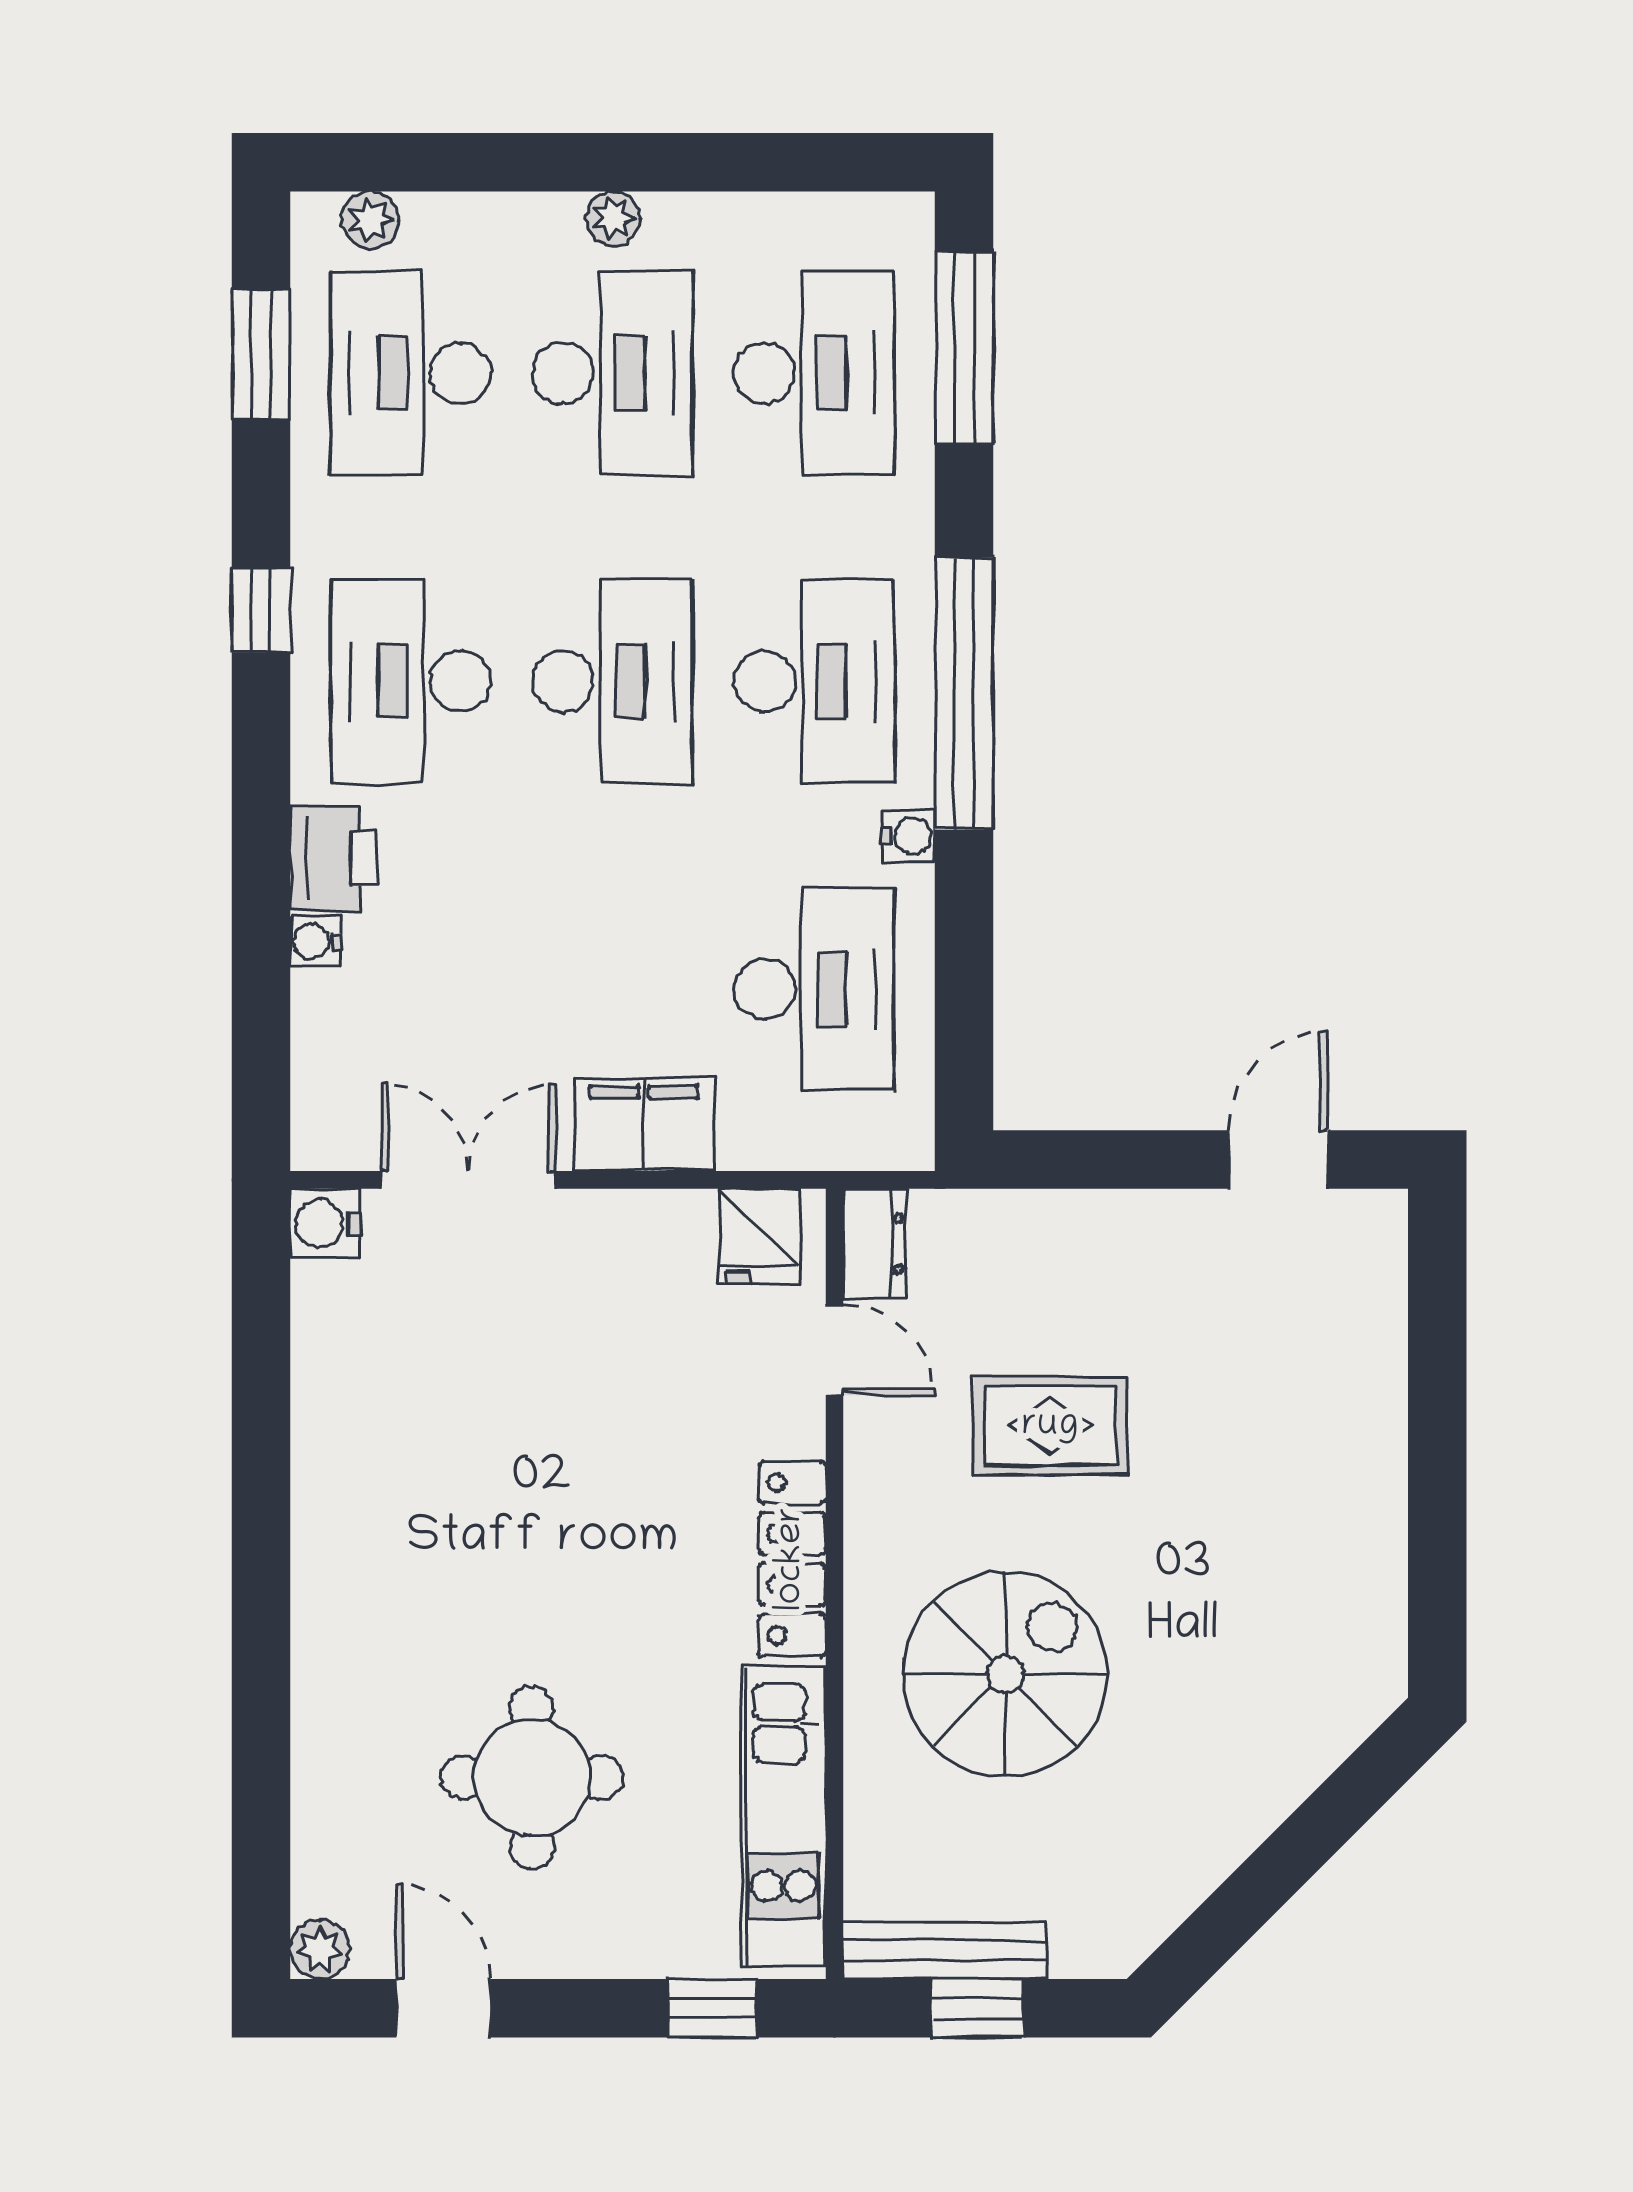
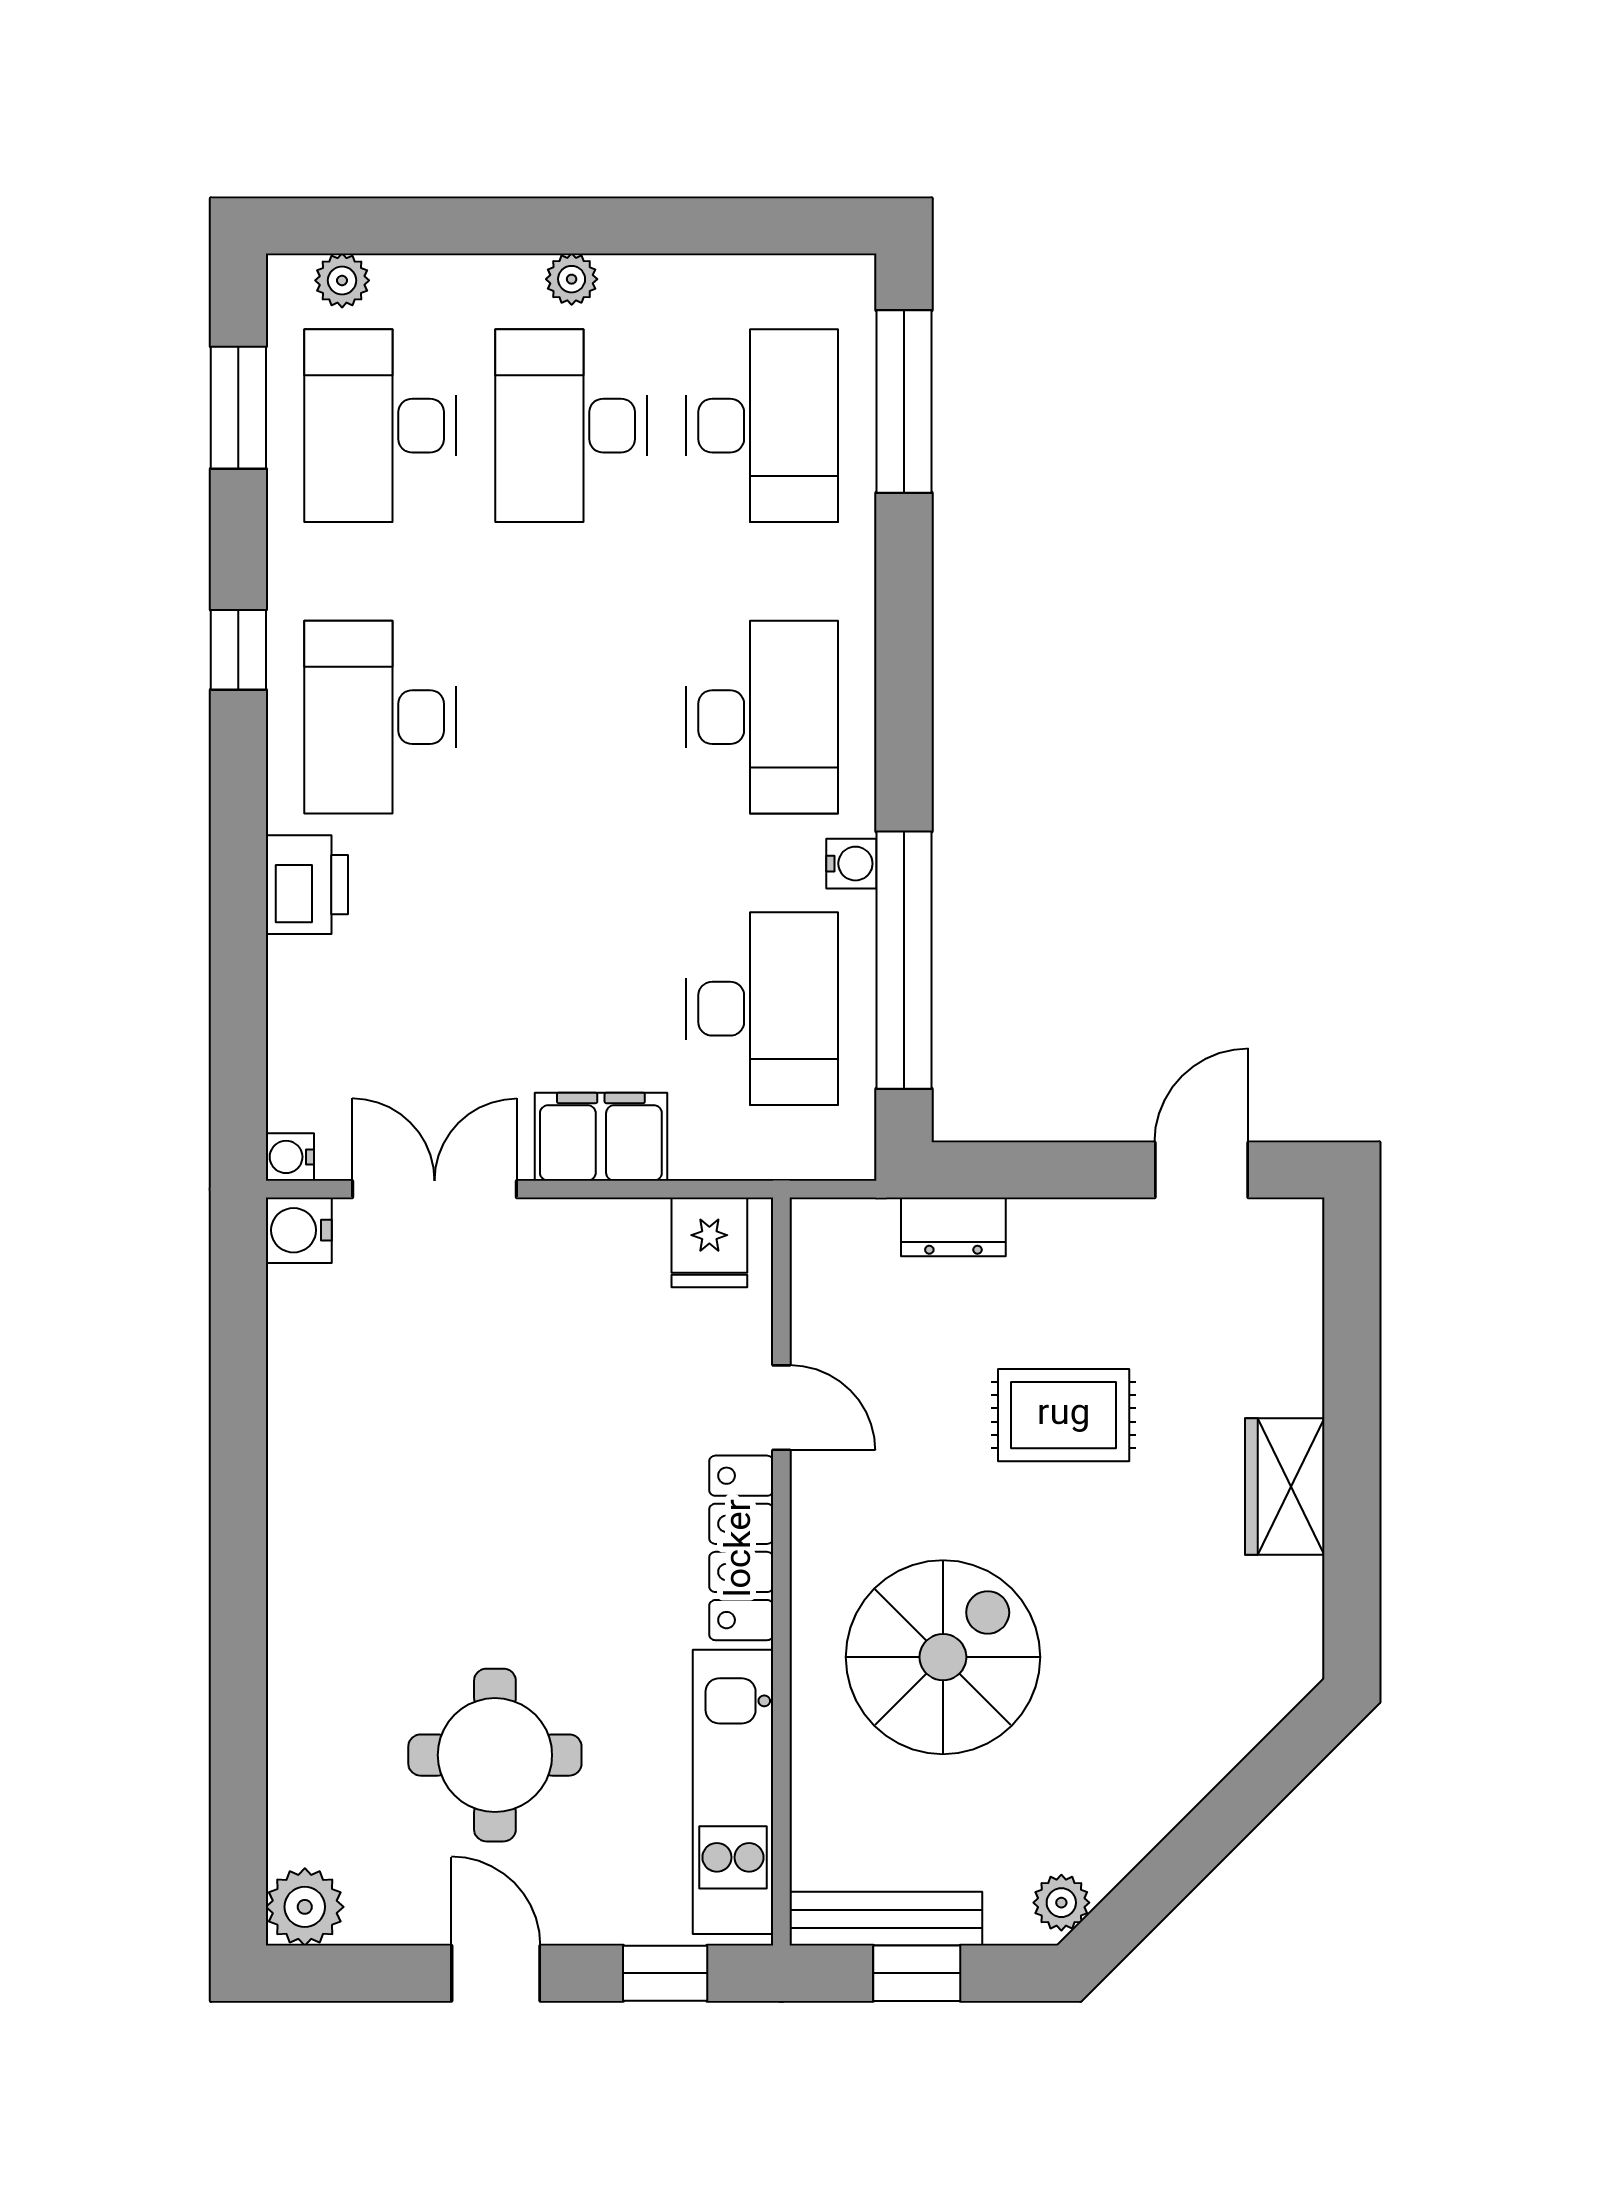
desk: (612, 373) -> (571, 426), turned 180
desk: (612, 681) -> (571, 717), removed
window: (964, 694) -> (904, 960), moved
water cooler: (315, 941) -> (290, 1157), moved
dresser: (874, 1244) -> (953, 1227), moved, turned 90
door: (835, 1350) -> (781, 1408), moved
rug: (1050, 1426) -> (1064, 1415), moved
wardrobe: (1366, 1494) -> (1285, 1487), added
plant: (1130, 1934) -> (1061, 1903), added
plant: (320, 1949) -> (305, 1907), width x1.38, depth x1.38
door: (443, 2008) -> (496, 1973), moved

